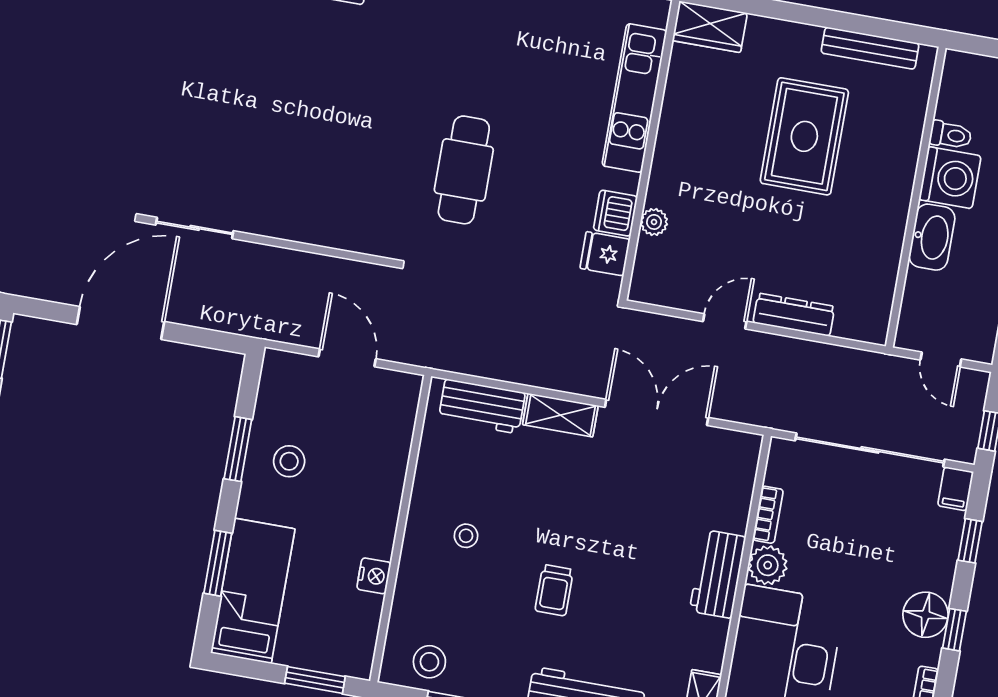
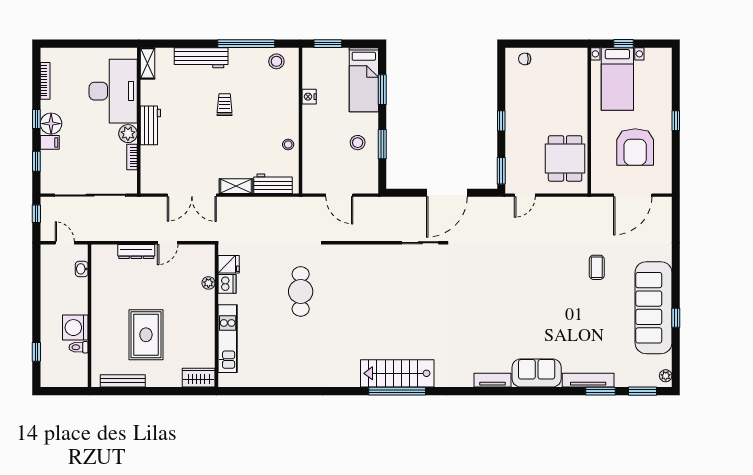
washbasin: (932, 237) -> (82, 269), moved, width x0.52, depth x0.69
filing cabinet: (956, 489) -> (50, 142), moved, turned 90
stool: (466, 536) -> (288, 145), moved

